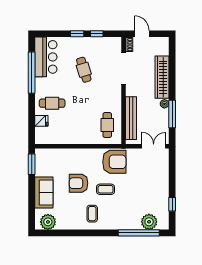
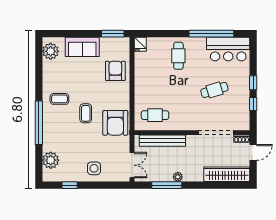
wardrobe: (162, 77) -> (227, 174), moved
fridge: (41, 121) -> (140, 44), moved
side table: (157, 182) -> (94, 168), added
armchair: (79, 183) -> (115, 71), moved
window: (139, 233) -> (39, 123), moved

